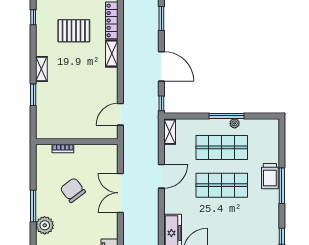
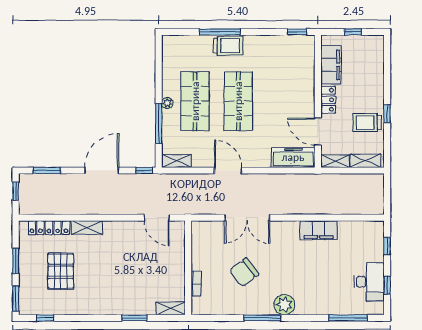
shelving: (41, 69) -> (171, 308), moved
window: (227, 116) -> (159, 124), moved
plant: (235, 123) -> (167, 103), moved
window: (282, 186) -> (220, 32), moved

